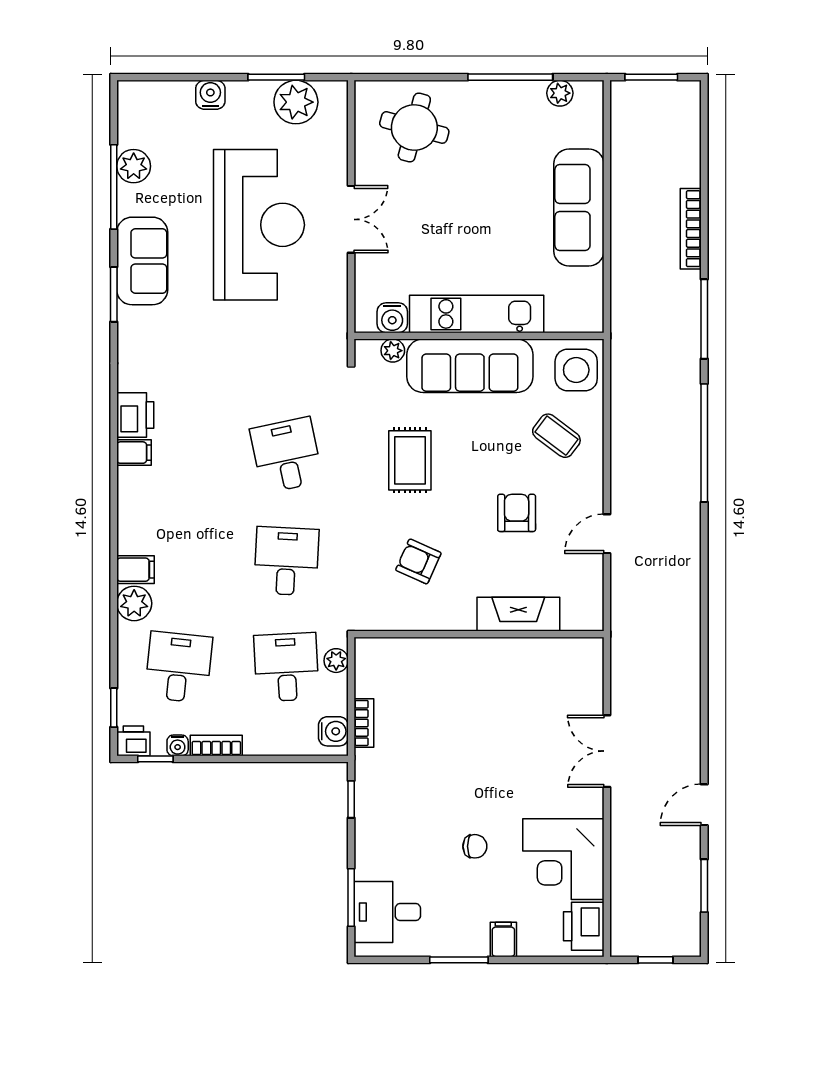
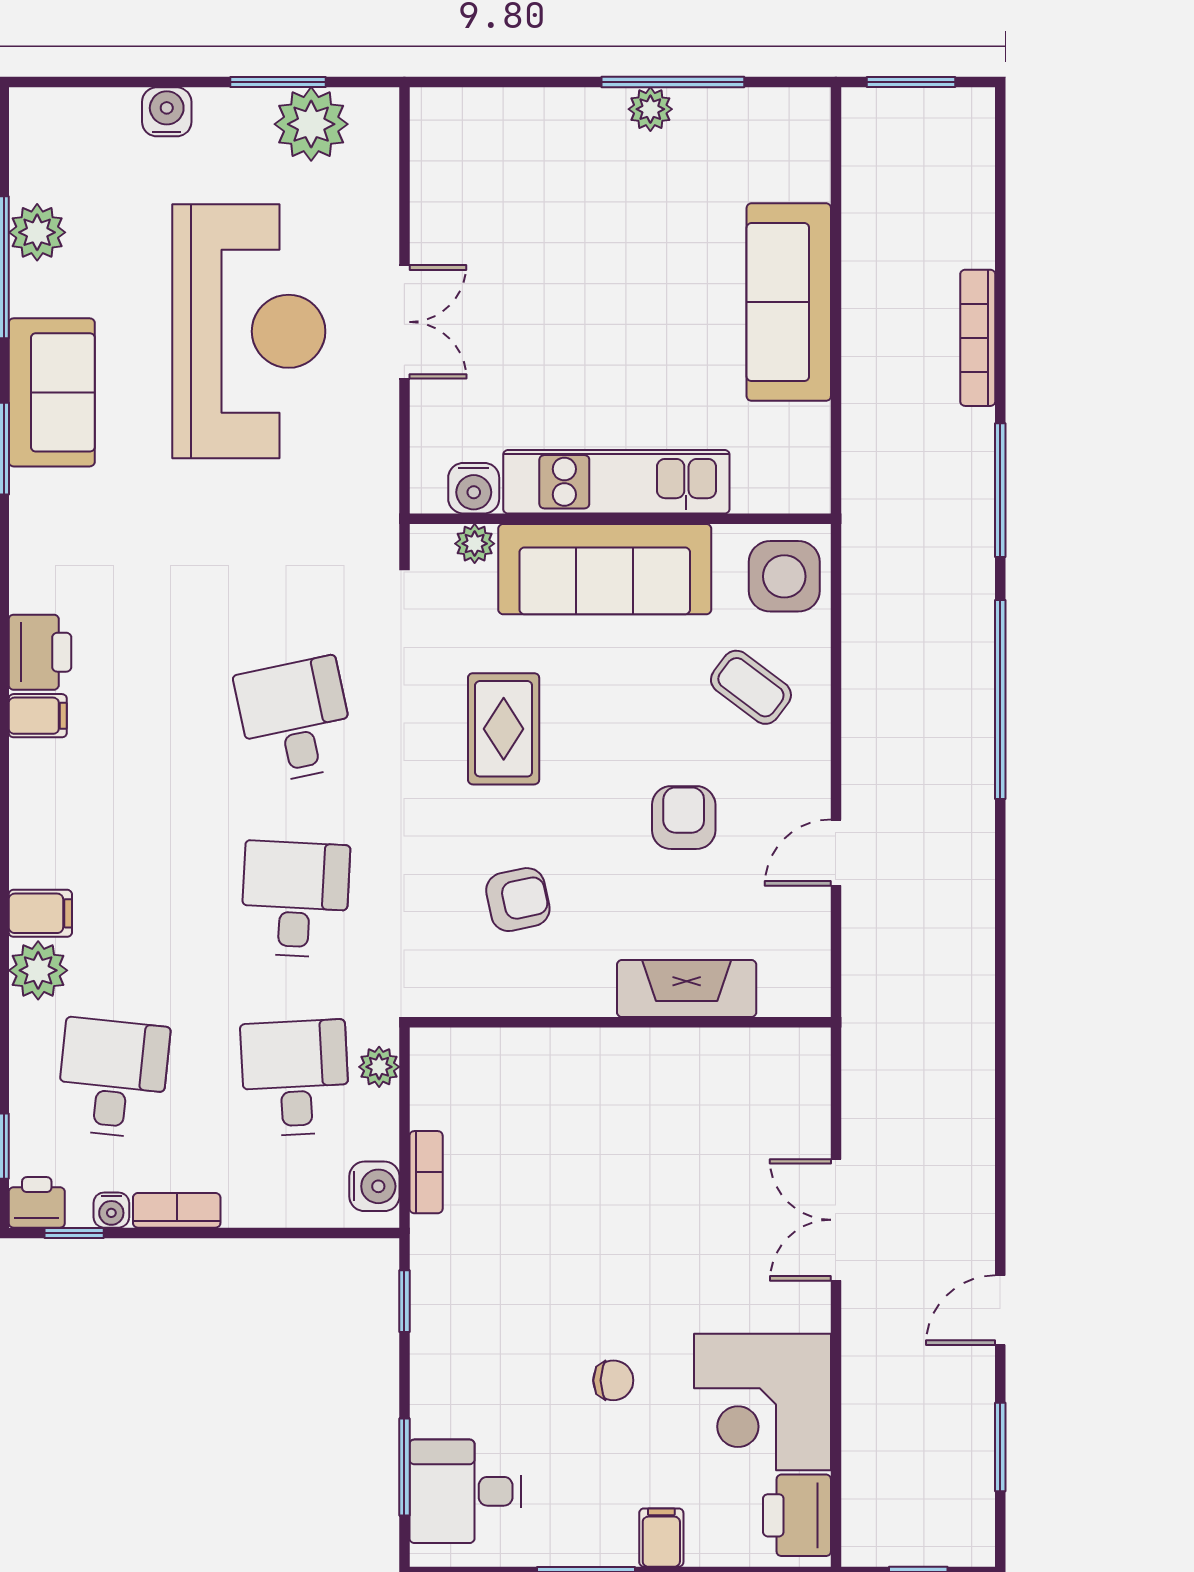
plant: (560, 93) -> (650, 109), moved
round table: (414, 127) -> (511, 167), removed
armchair: (418, 561) -> (518, 900), turned 144

